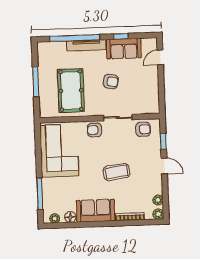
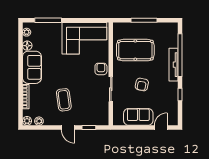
sofa: (124, 49) -> (138, 117), moved, turned 90
door: (160, 57) -> (161, 127), hinge flipped
armchair: (143, 129) -> (100, 110), removed
door: (164, 166) -> (68, 127), hinge flipped
coffee table: (116, 172) -> (64, 100), moved

